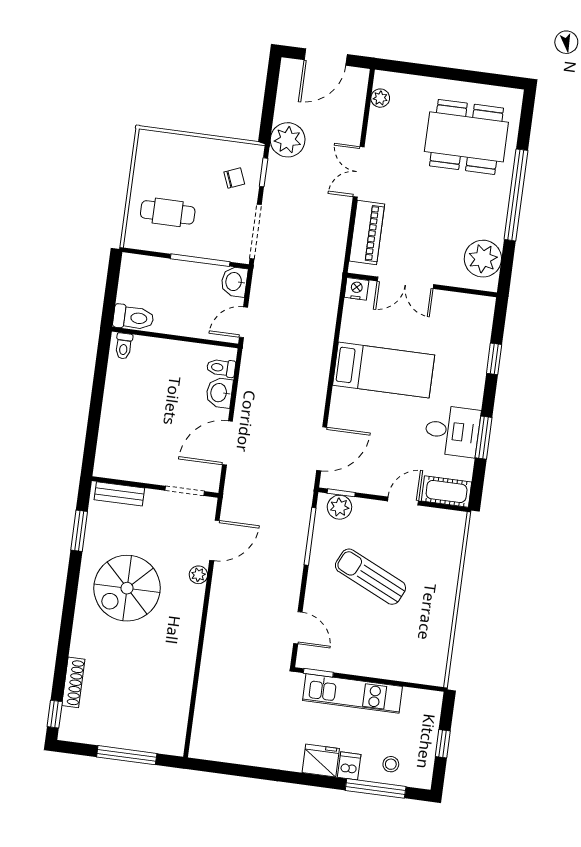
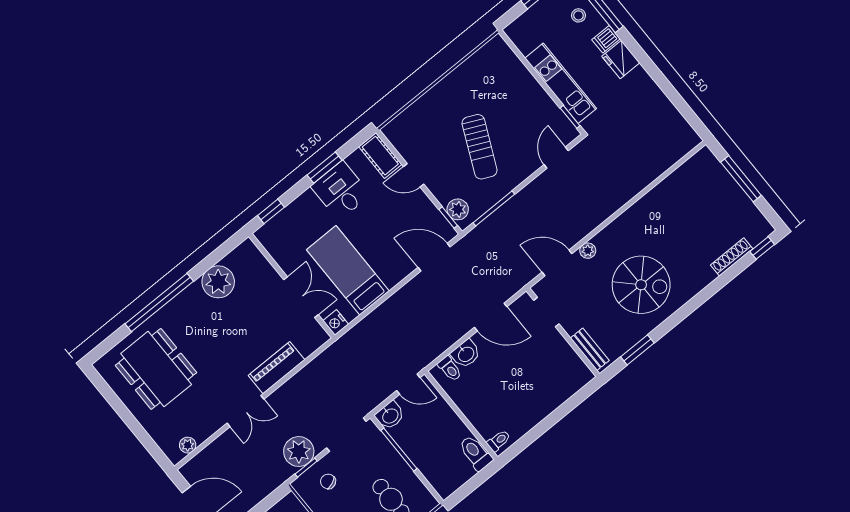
plant: (288, 140) -> (299, 452), moved
double door: (405, 283) -> (301, 297), moved
wall: (422, 285) -> (292, 286), moved
nightstand: (357, 289) -> (336, 322), moved

